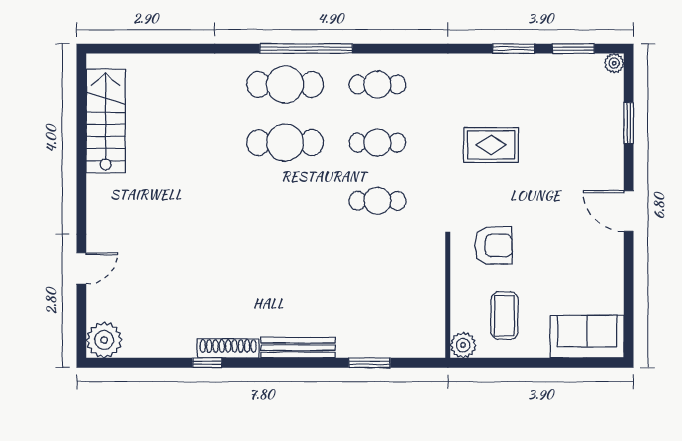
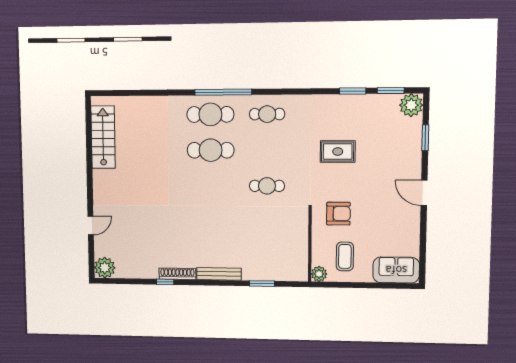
plant: (614, 63) -> (411, 105), width x1.88, depth x1.88
cafe table: (377, 143) -> (267, 150), removed

